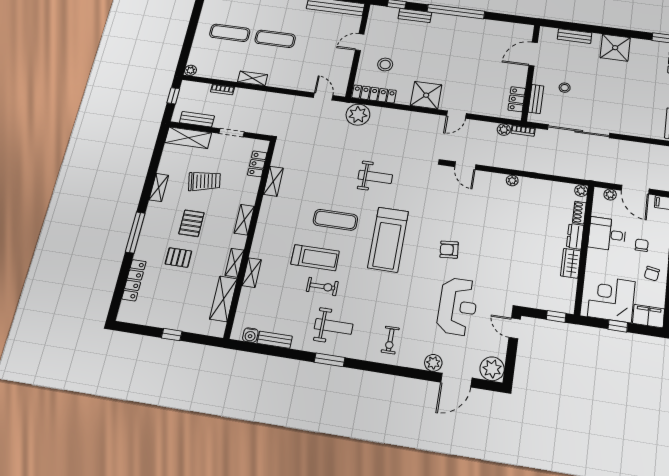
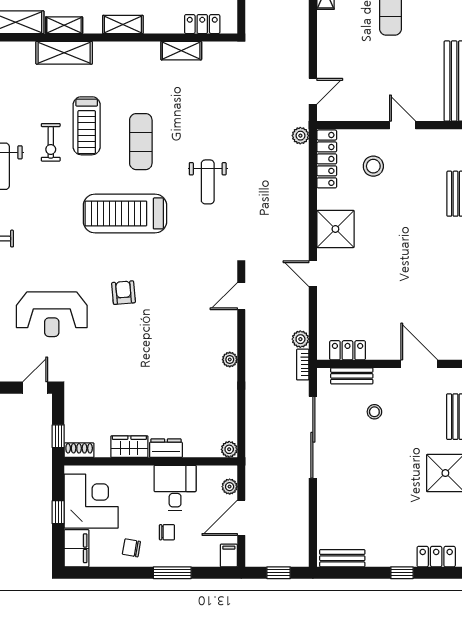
plant: (358, 115) -> (300, 136), width x0.53, depth x0.53
shoe rack: (579, 213) -> (79, 450), moved
shelving: (252, 273) -> (64, 53), width x1.50, depth x1.33

